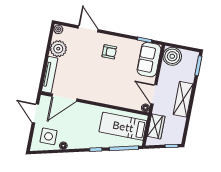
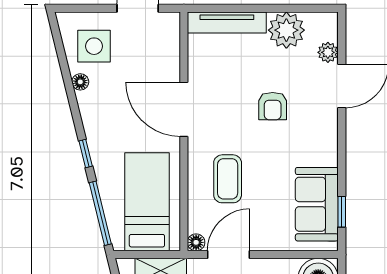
plant: (58, 29) -> (328, 52), moved
armchair: (109, 52) -> (273, 106), moved
sofa: (149, 60) -> (317, 204), moved, turned -90
coffee table: (120, 88) -> (228, 179), added
door: (64, 98) -> (184, 109), moved

